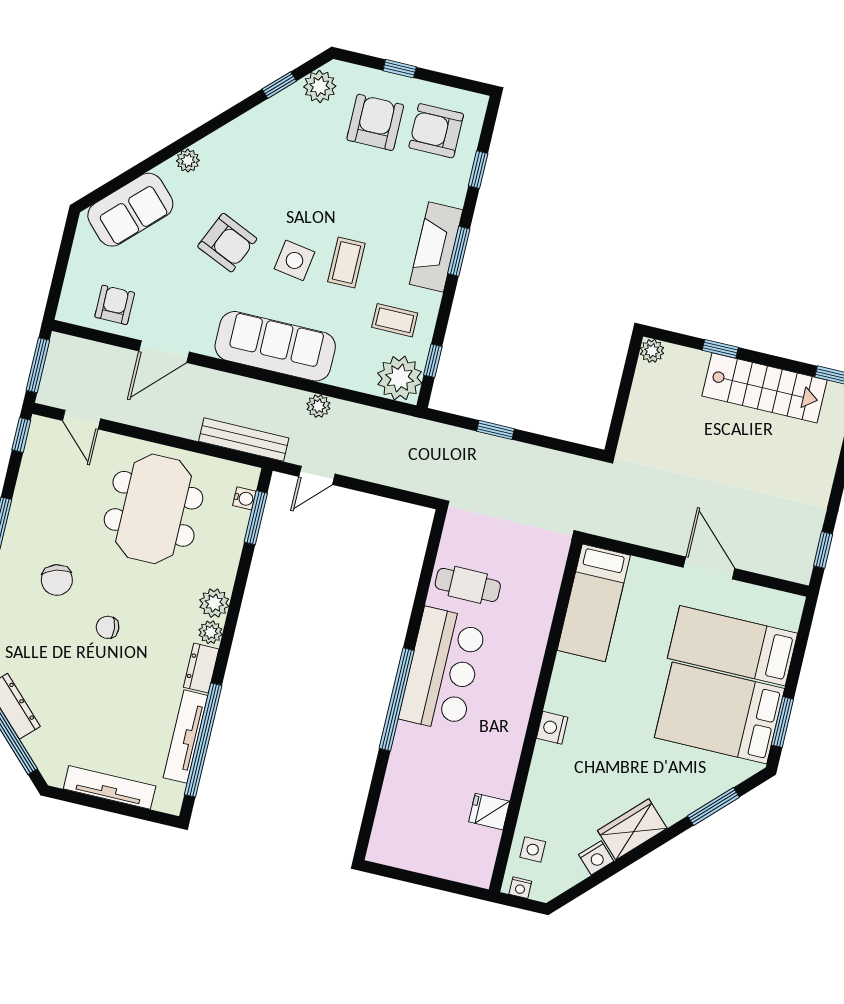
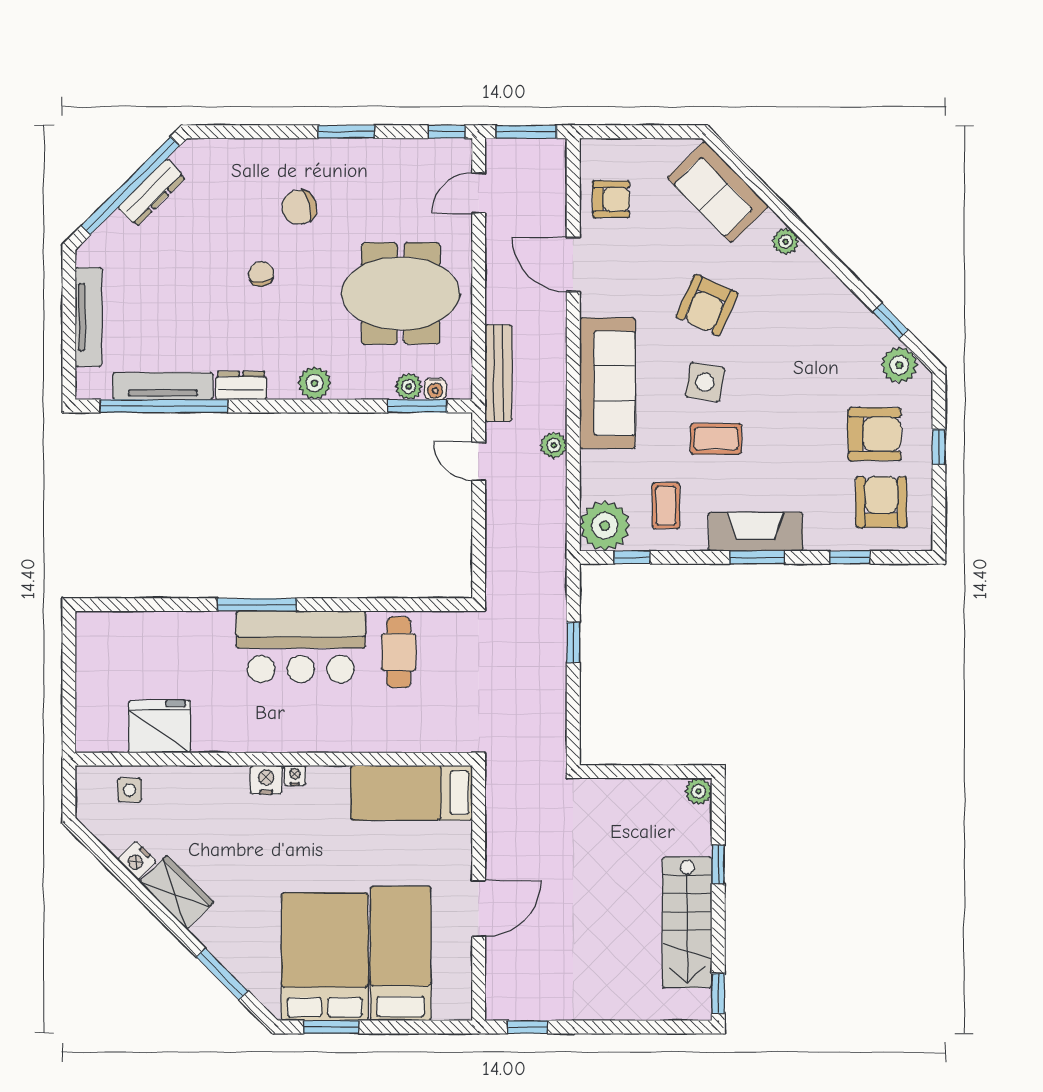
plant: (211, 632) -> (409, 386), moved
window: (397, 699) -> (257, 605), width x0.68
fridge: (489, 812) -> (160, 727), width x1.88, depth x1.34
nightstand: (520, 888) -> (295, 775), moved, turned 90

